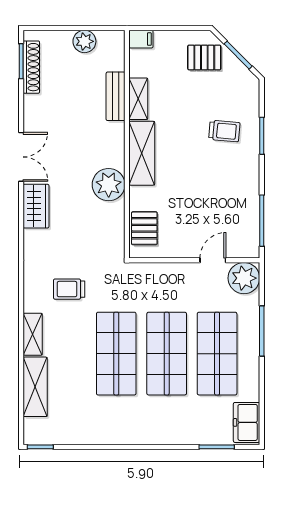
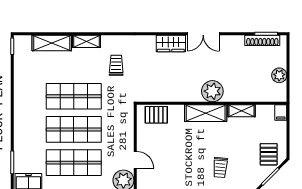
bench: (116, 96) -> (243, 96), removed
plant: (109, 185) -> (212, 91), moved

